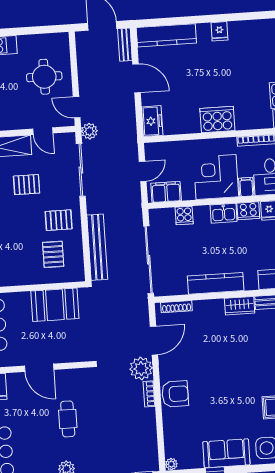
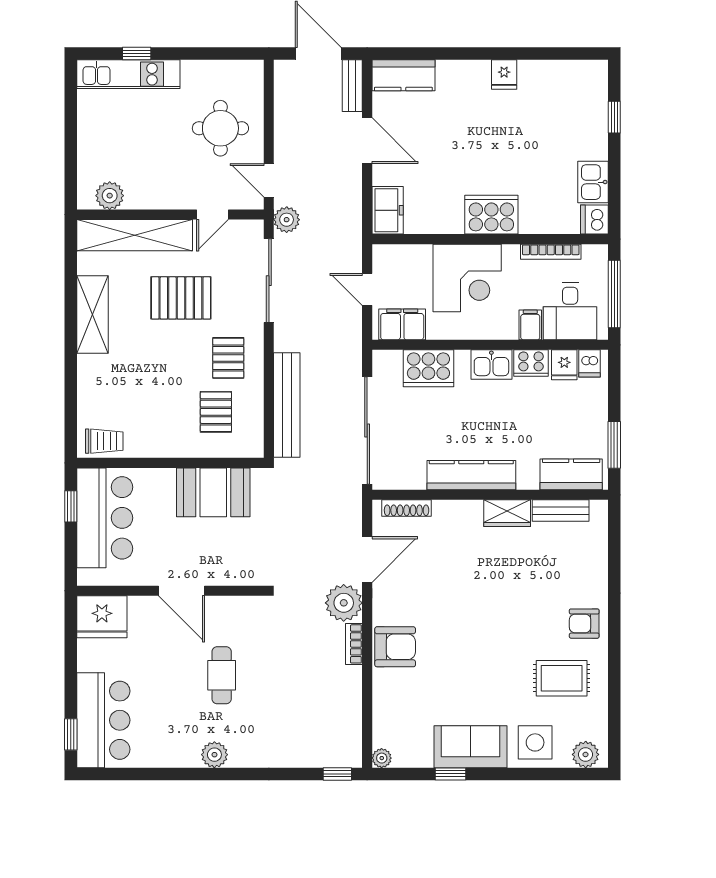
kitchen counter: (166, 35) -> (403, 75), width x0.67
door: (43, 131) -> (212, 215), hinge flipped
door: (143, 171) -> (367, 289), swing flipped
corner desk: (216, 177) -> (467, 278), moved, turned 180
pallet: (27, 185) -> (181, 298), width x1.50, depth x1.42
cooker: (184, 216) -> (428, 368), width x1.87, depth x1.31
pallet: (59, 220) -> (228, 358), turned 90

